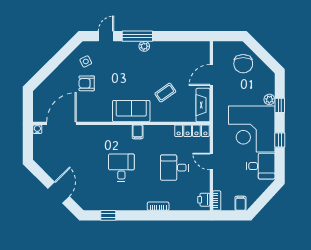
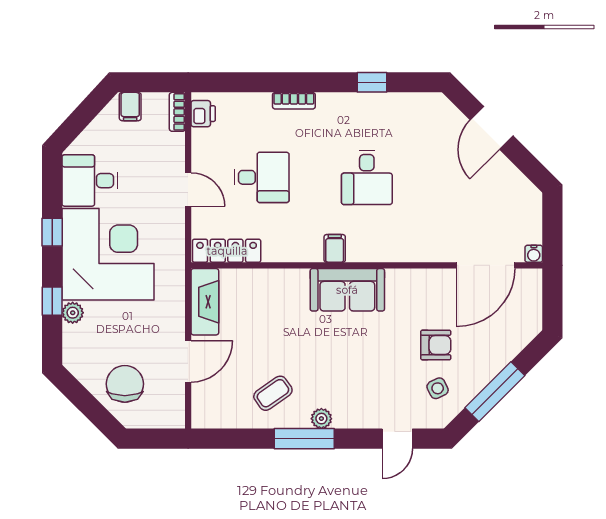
window: (137, 36) -> (304, 439), moved
window: (57, 60) -> (495, 392), added
coffee table: (165, 93) -> (273, 393), moved
window: (108, 215) -> (372, 82), moved

